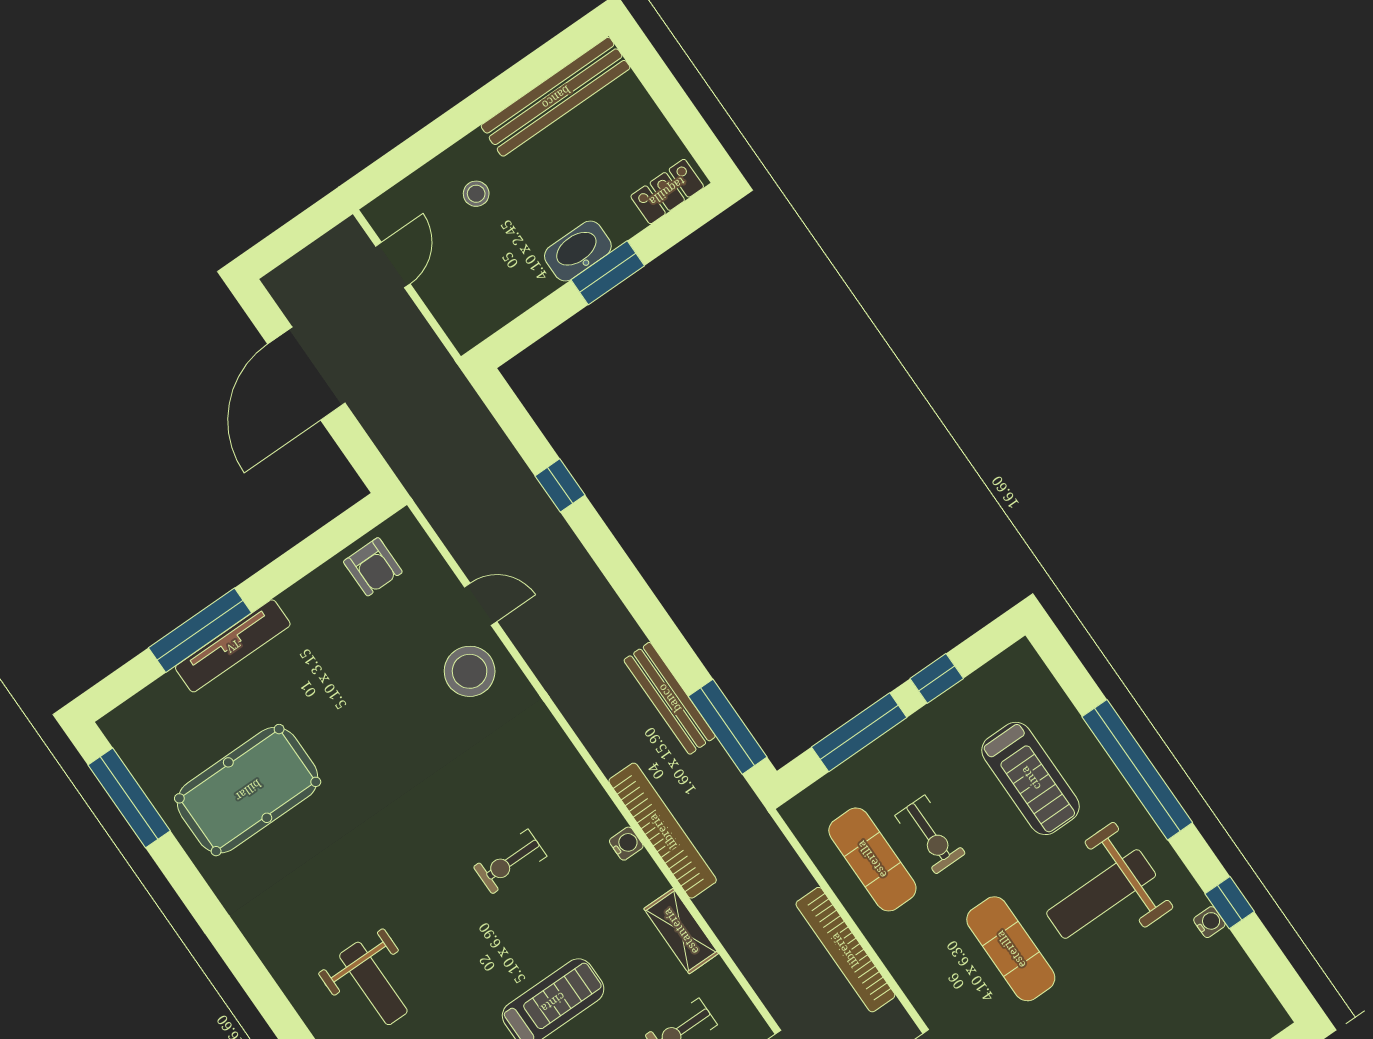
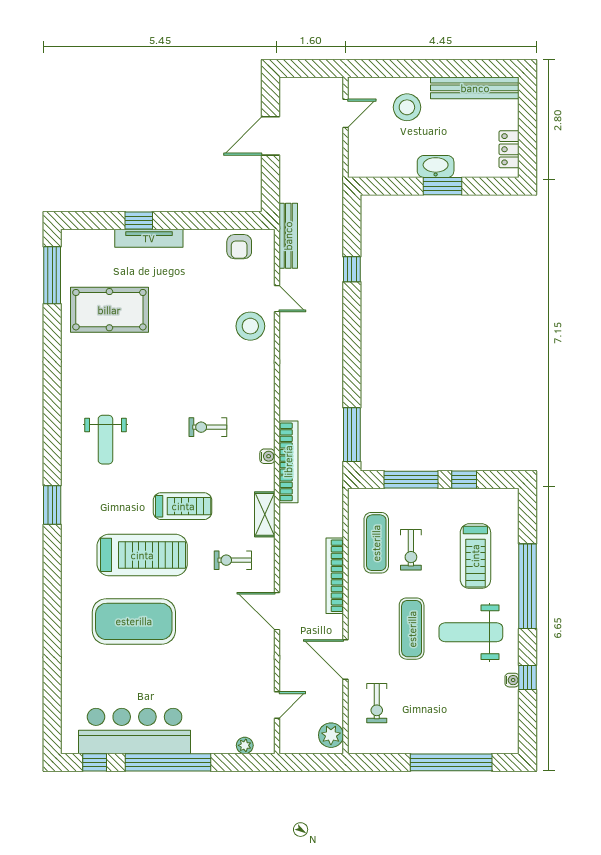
locker: (667, 191) -> (509, 149), moved, turned -90
stool: (476, 194) -> (407, 107), width x1.89, depth x1.89
door: (306, 374) -> (271, 136), width x0.73
window: (200, 630) -> (139, 220), width x0.46
bench: (670, 698) -> (288, 236), moved

